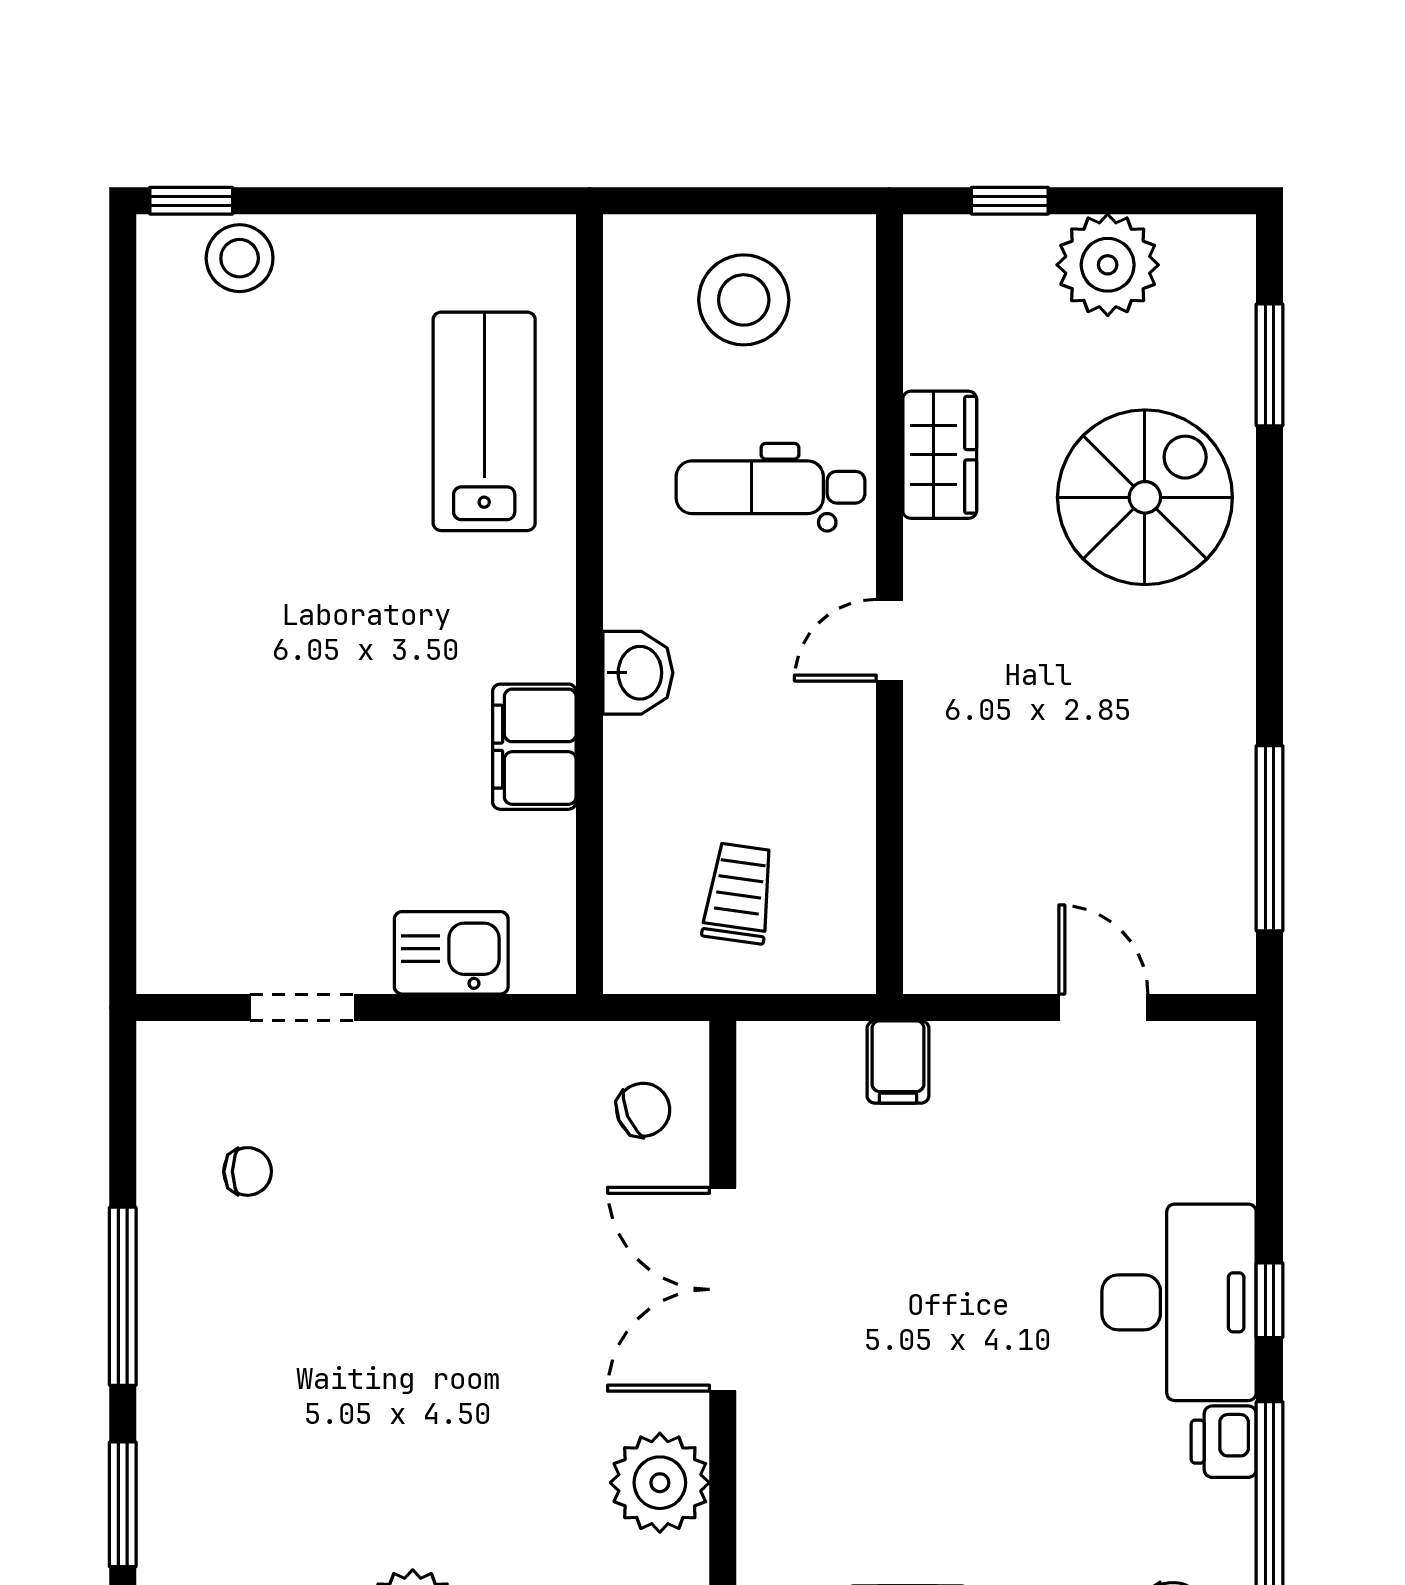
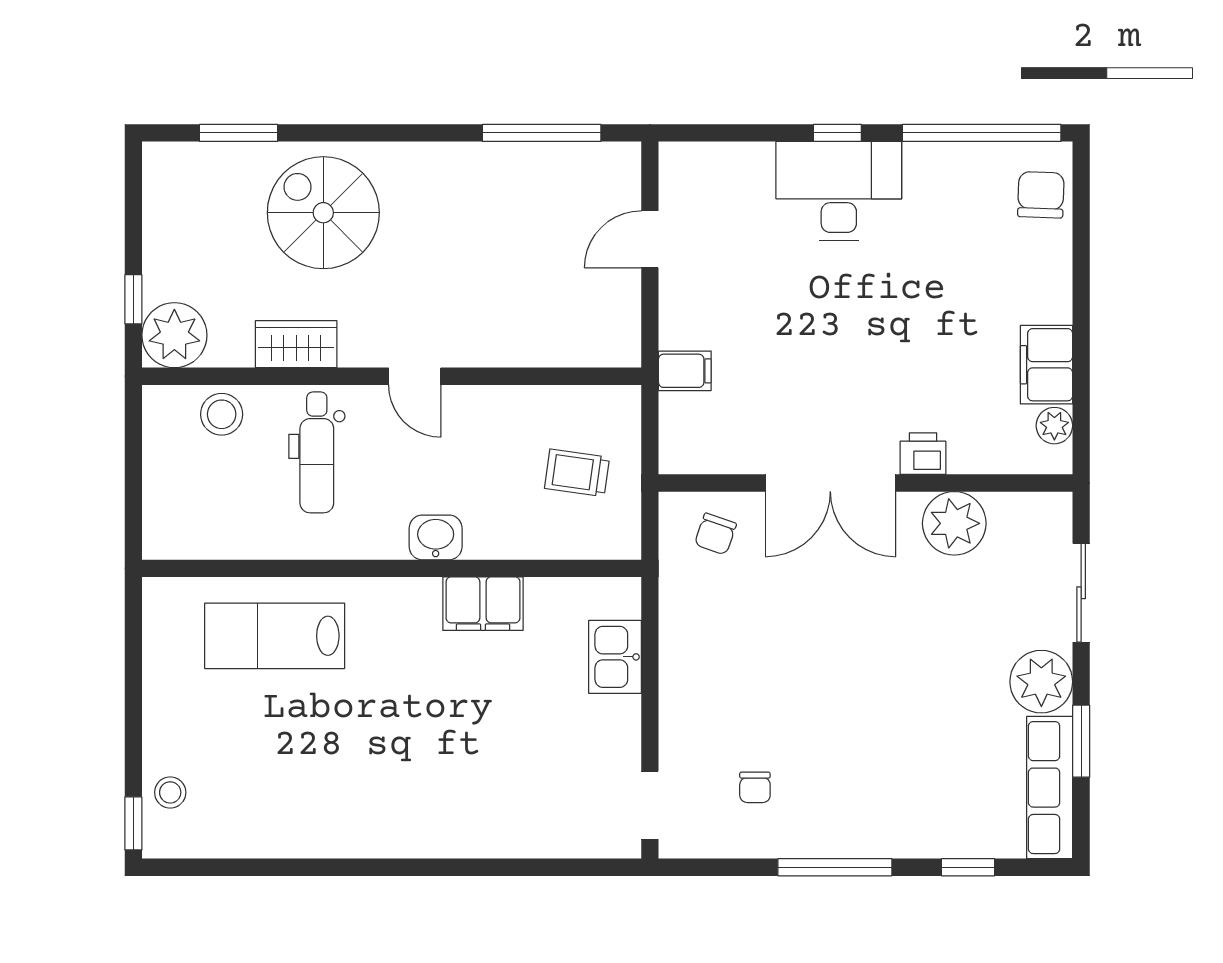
stool: (240, 258) -> (170, 792), width x0.73, depth x0.73
plant: (1108, 265) -> (174, 335), moved
stool: (744, 300) -> (222, 414), moved, width x0.73, depth x0.73
doorway: (303, 1007) -> (650, 805), moved
chair: (643, 1110) -> (715, 534), turned -138
chair: (248, 1171) -> (755, 787), turned 180
printer: (1224, 1442) -> (923, 454), moved, turned 180
window: (123, 1504) -> (968, 867), width x0.67

